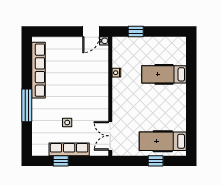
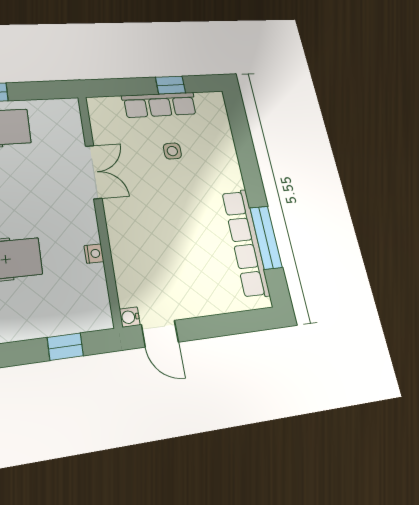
door: (91, 31) -> (160, 333), swing flipped
window: (27, 105) -> (266, 237), moved
double door: (110, 136) -> (94, 172), moved

